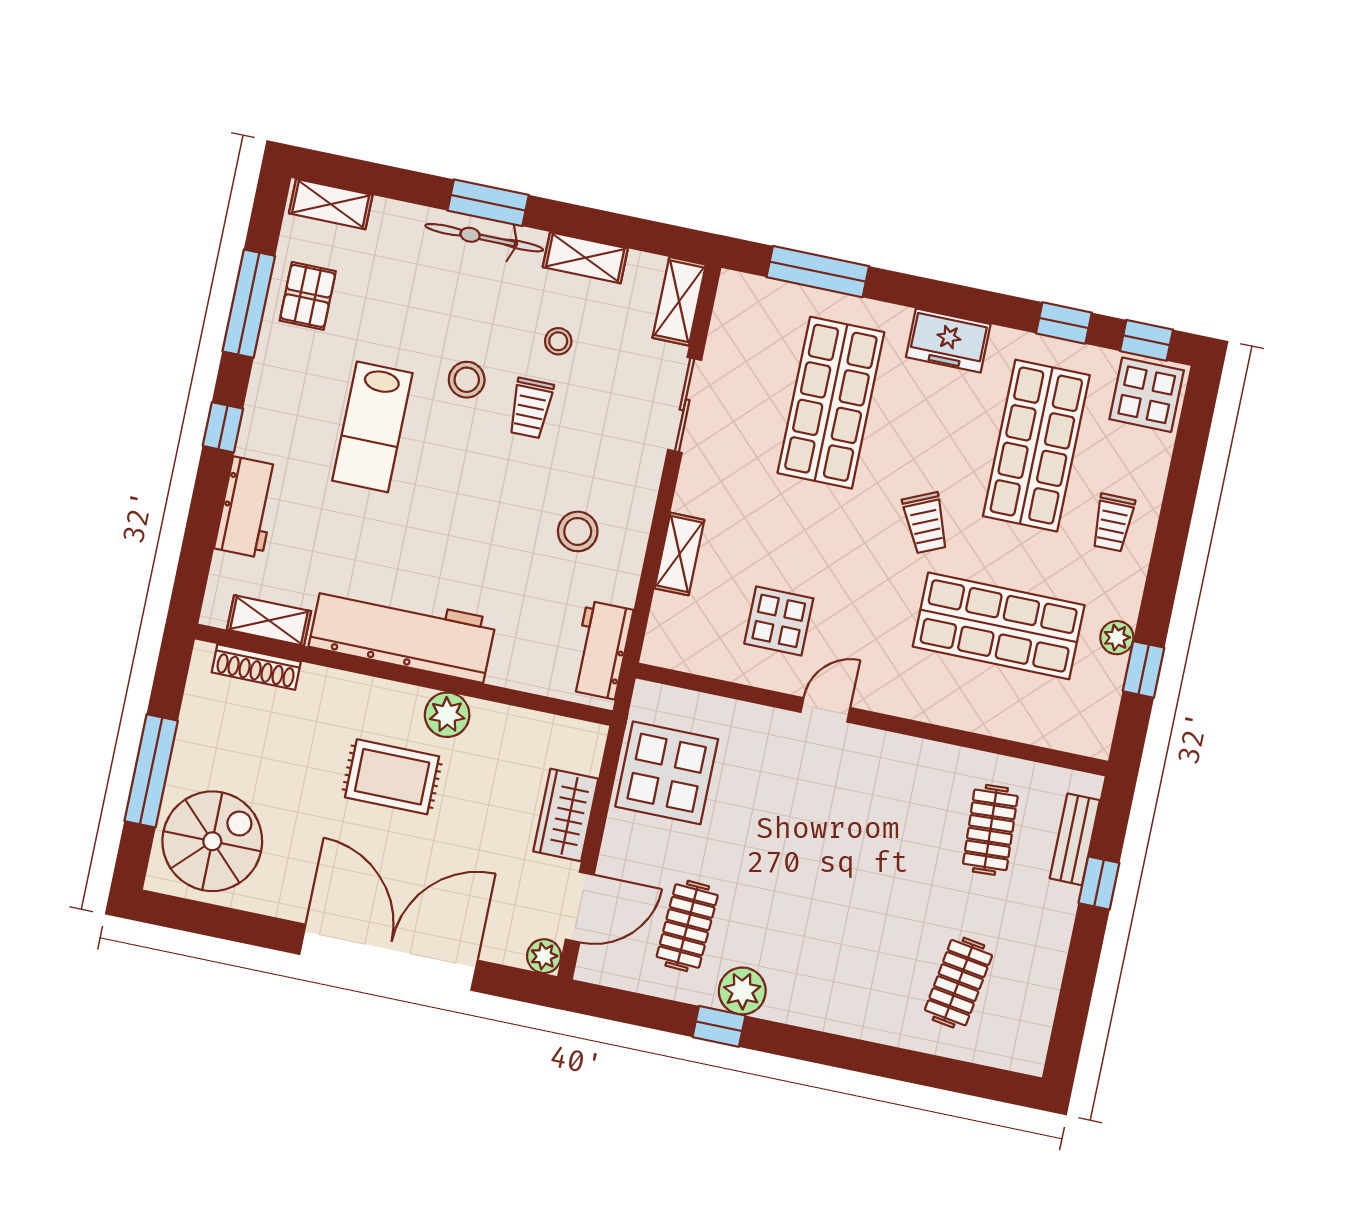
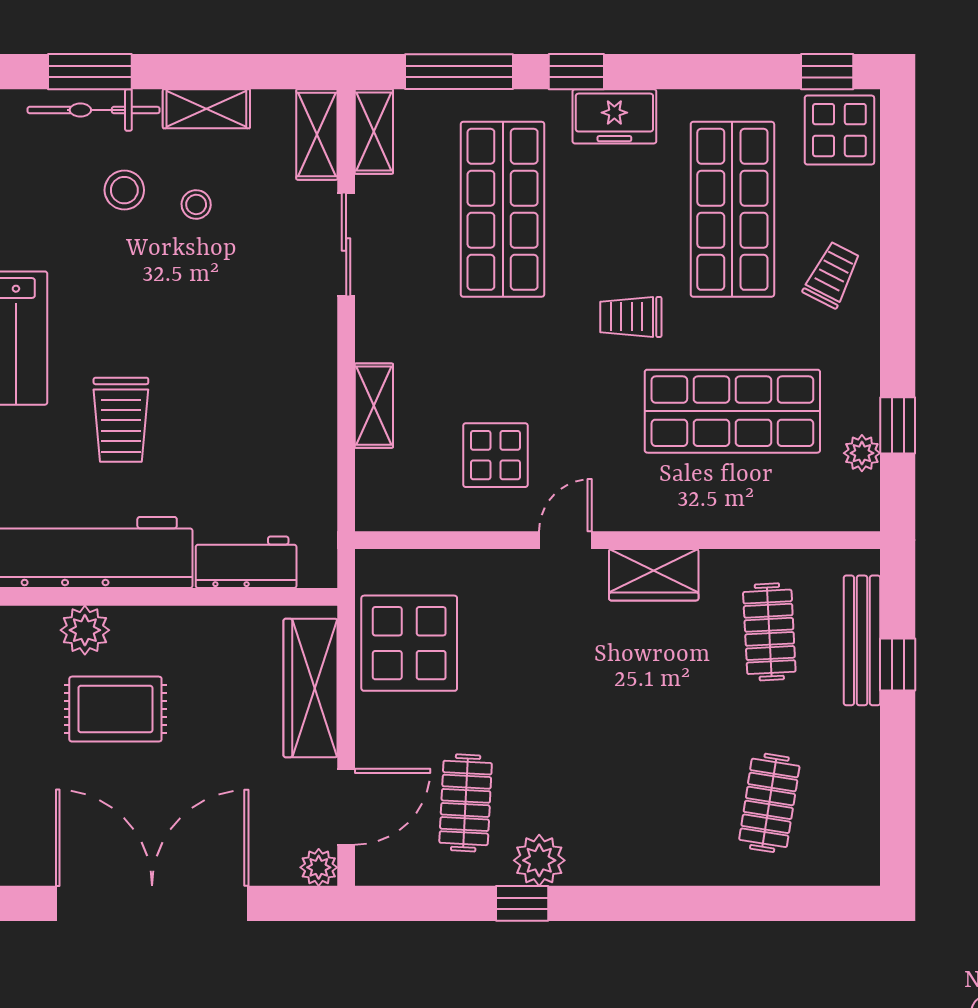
shelving: (731, 309) -> (374, 132), added
window: (1064, 323) -> (576, 72), moved
stool: (467, 380) -> (124, 190), moved
trolley: (531, 408) -> (121, 420), moved, width x1.36, depth x1.39
trolley: (925, 523) -> (631, 317), turned 114
trolley: (1113, 523) -> (832, 275), turned -153
stool: (578, 531) -> (260, 404), removed
plant: (1117, 638) -> (862, 453), moved
workbench: (601, 650) -> (246, 562), moved, turned 90
plant: (447, 715) -> (85, 630), moved
wardrobe: (898, 757) -> (654, 575), added
wardrobe: (566, 815) -> (310, 688), width x1.50
bench: (1075, 839) -> (862, 640), width x1.36

